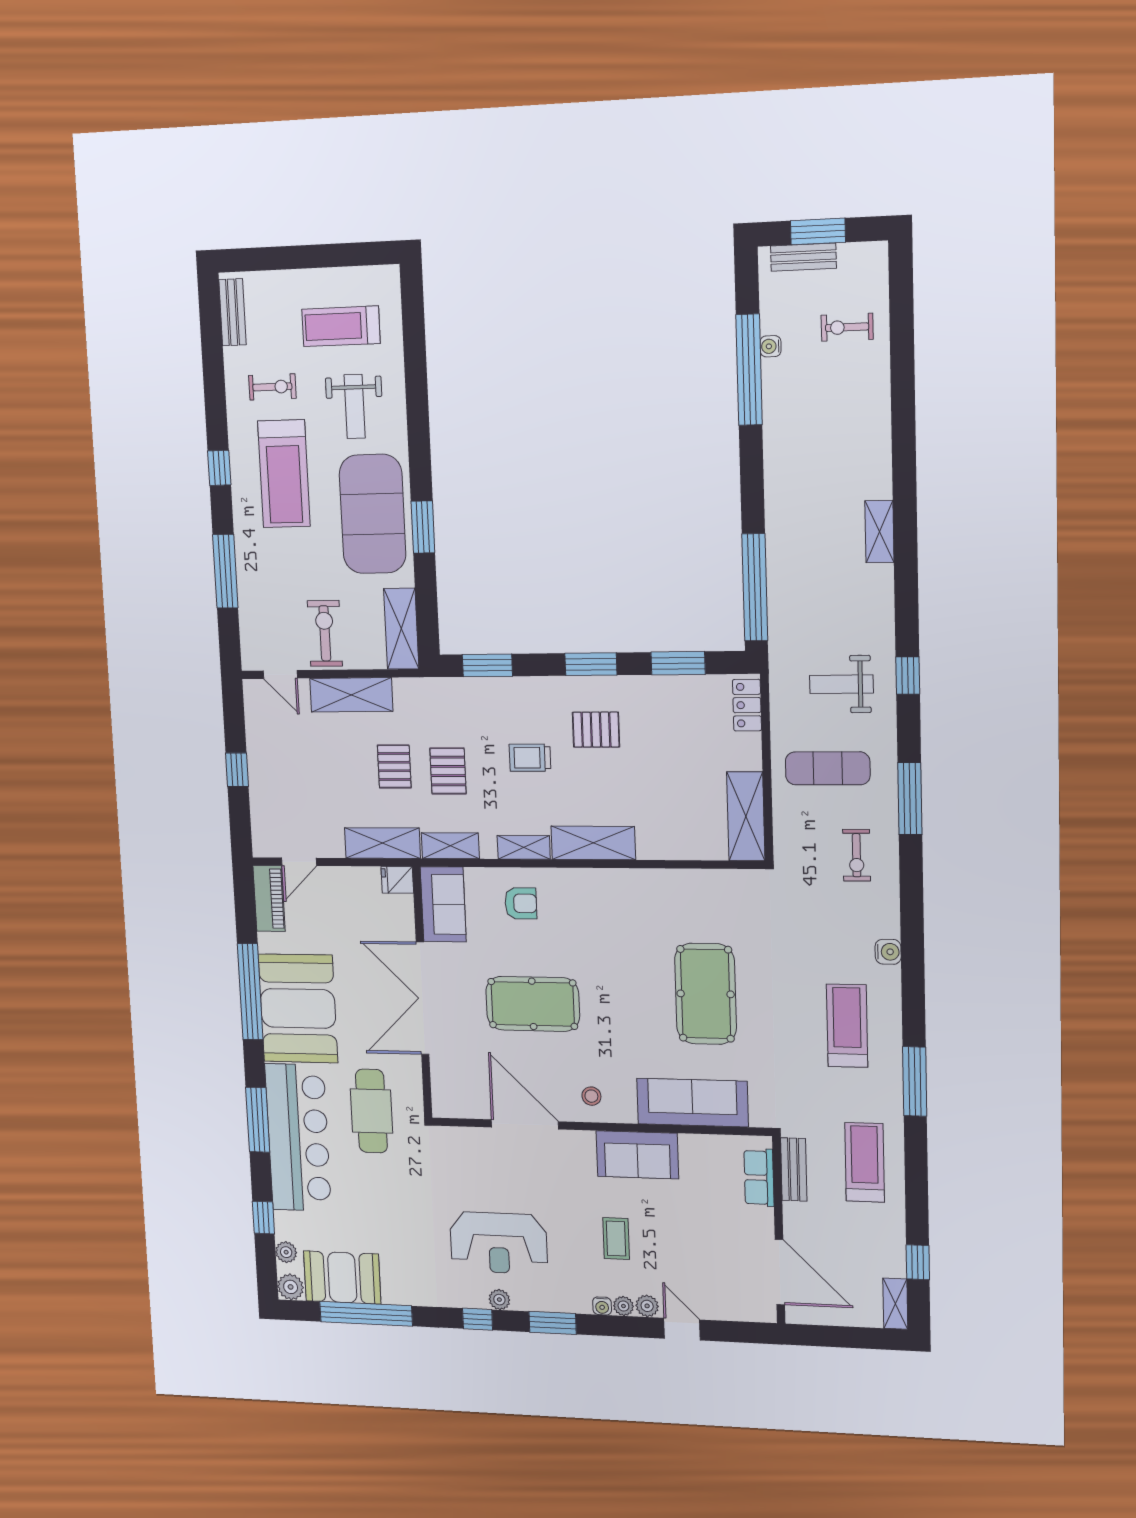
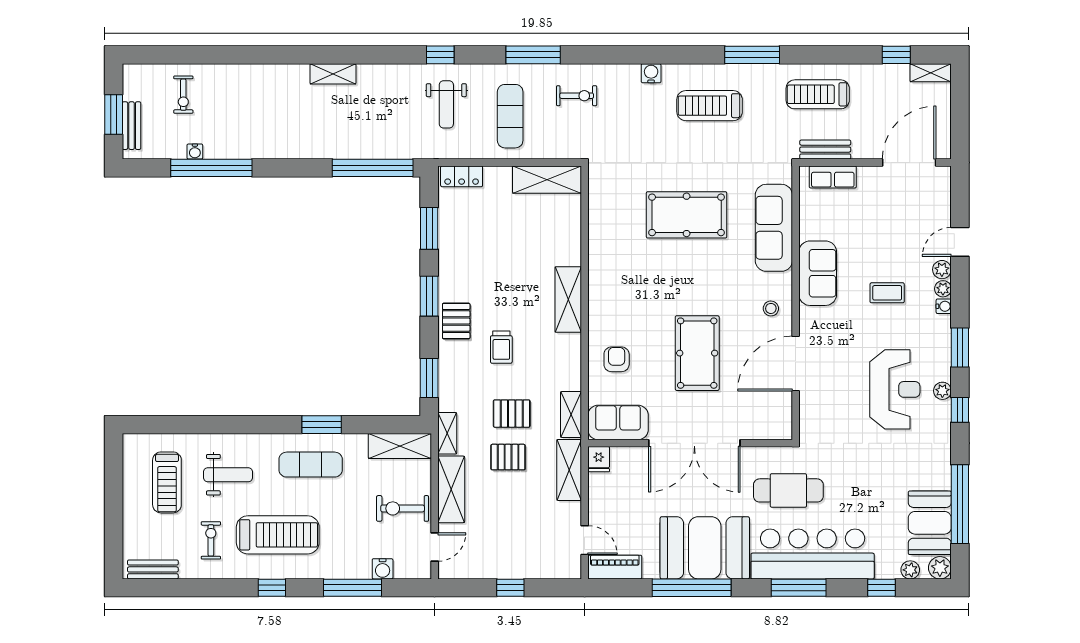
exercise mat: (373, 514) -> (311, 465), width x0.50, depth x0.69
water cooler: (250, 609) -> (383, 569), added
pallet: (596, 730) -> (456, 321), moved
shelving: (524, 847) -> (447, 433), moved

